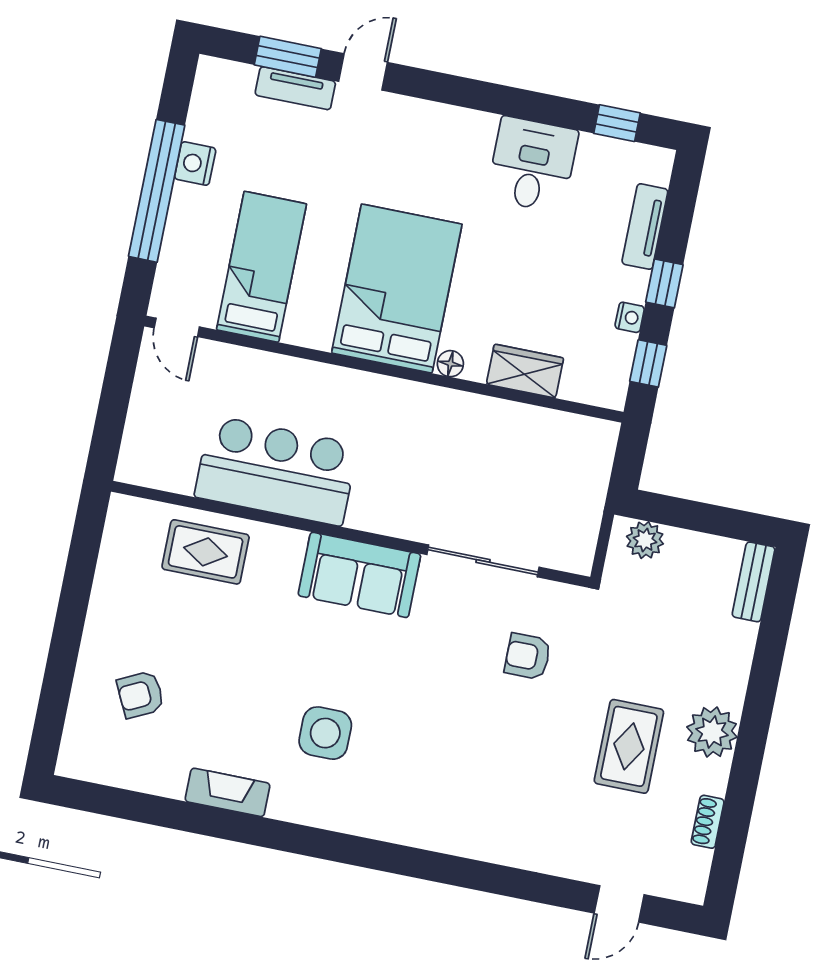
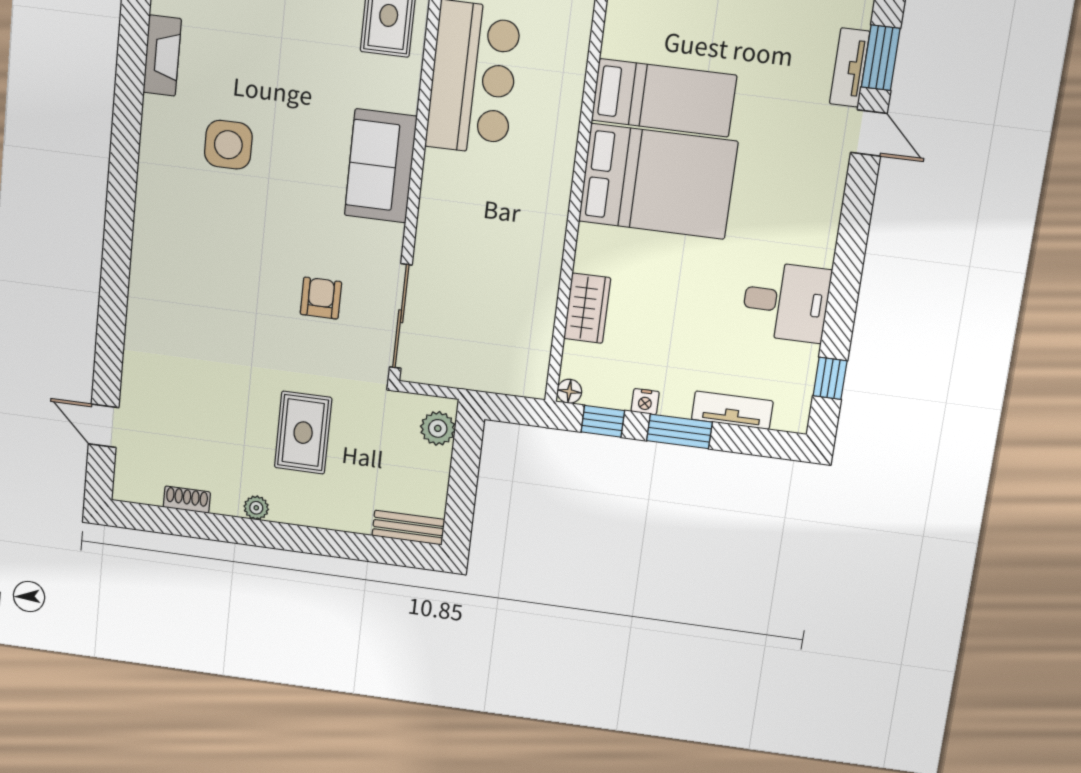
bed: (261, 267) -> (664, 98), moved
window: (664, 283) -> (679, 431), width x1.50
floor lamp: (450, 364) -> (569, 391), moved
sliding door: (483, 561) -> (401, 316), moved
armchair: (528, 656) -> (321, 298), moved
plant: (712, 732) -> (256, 508), width x0.53, depth x0.53
rug: (629, 746) -> (303, 433), moved, turned 90

